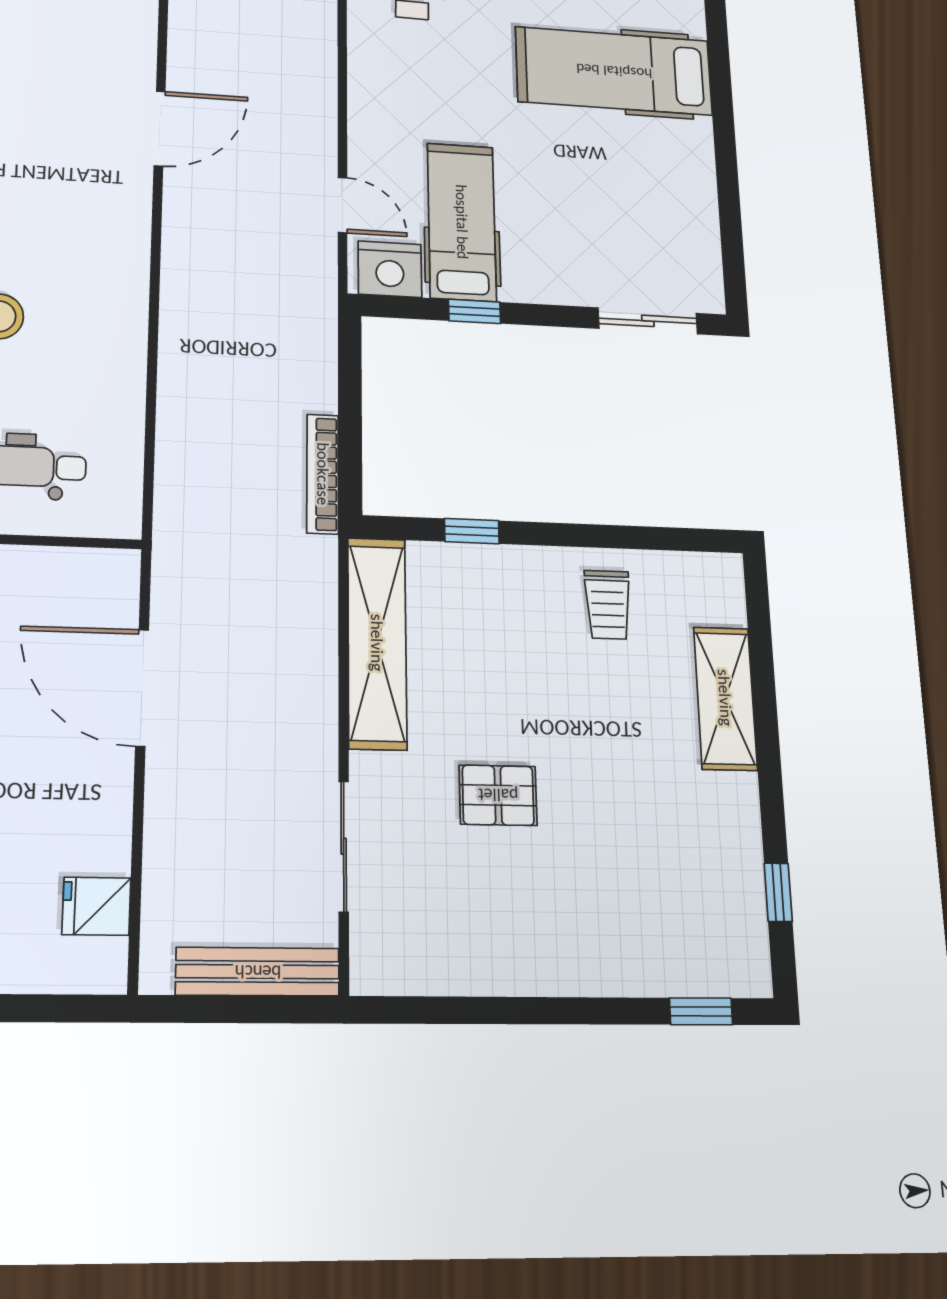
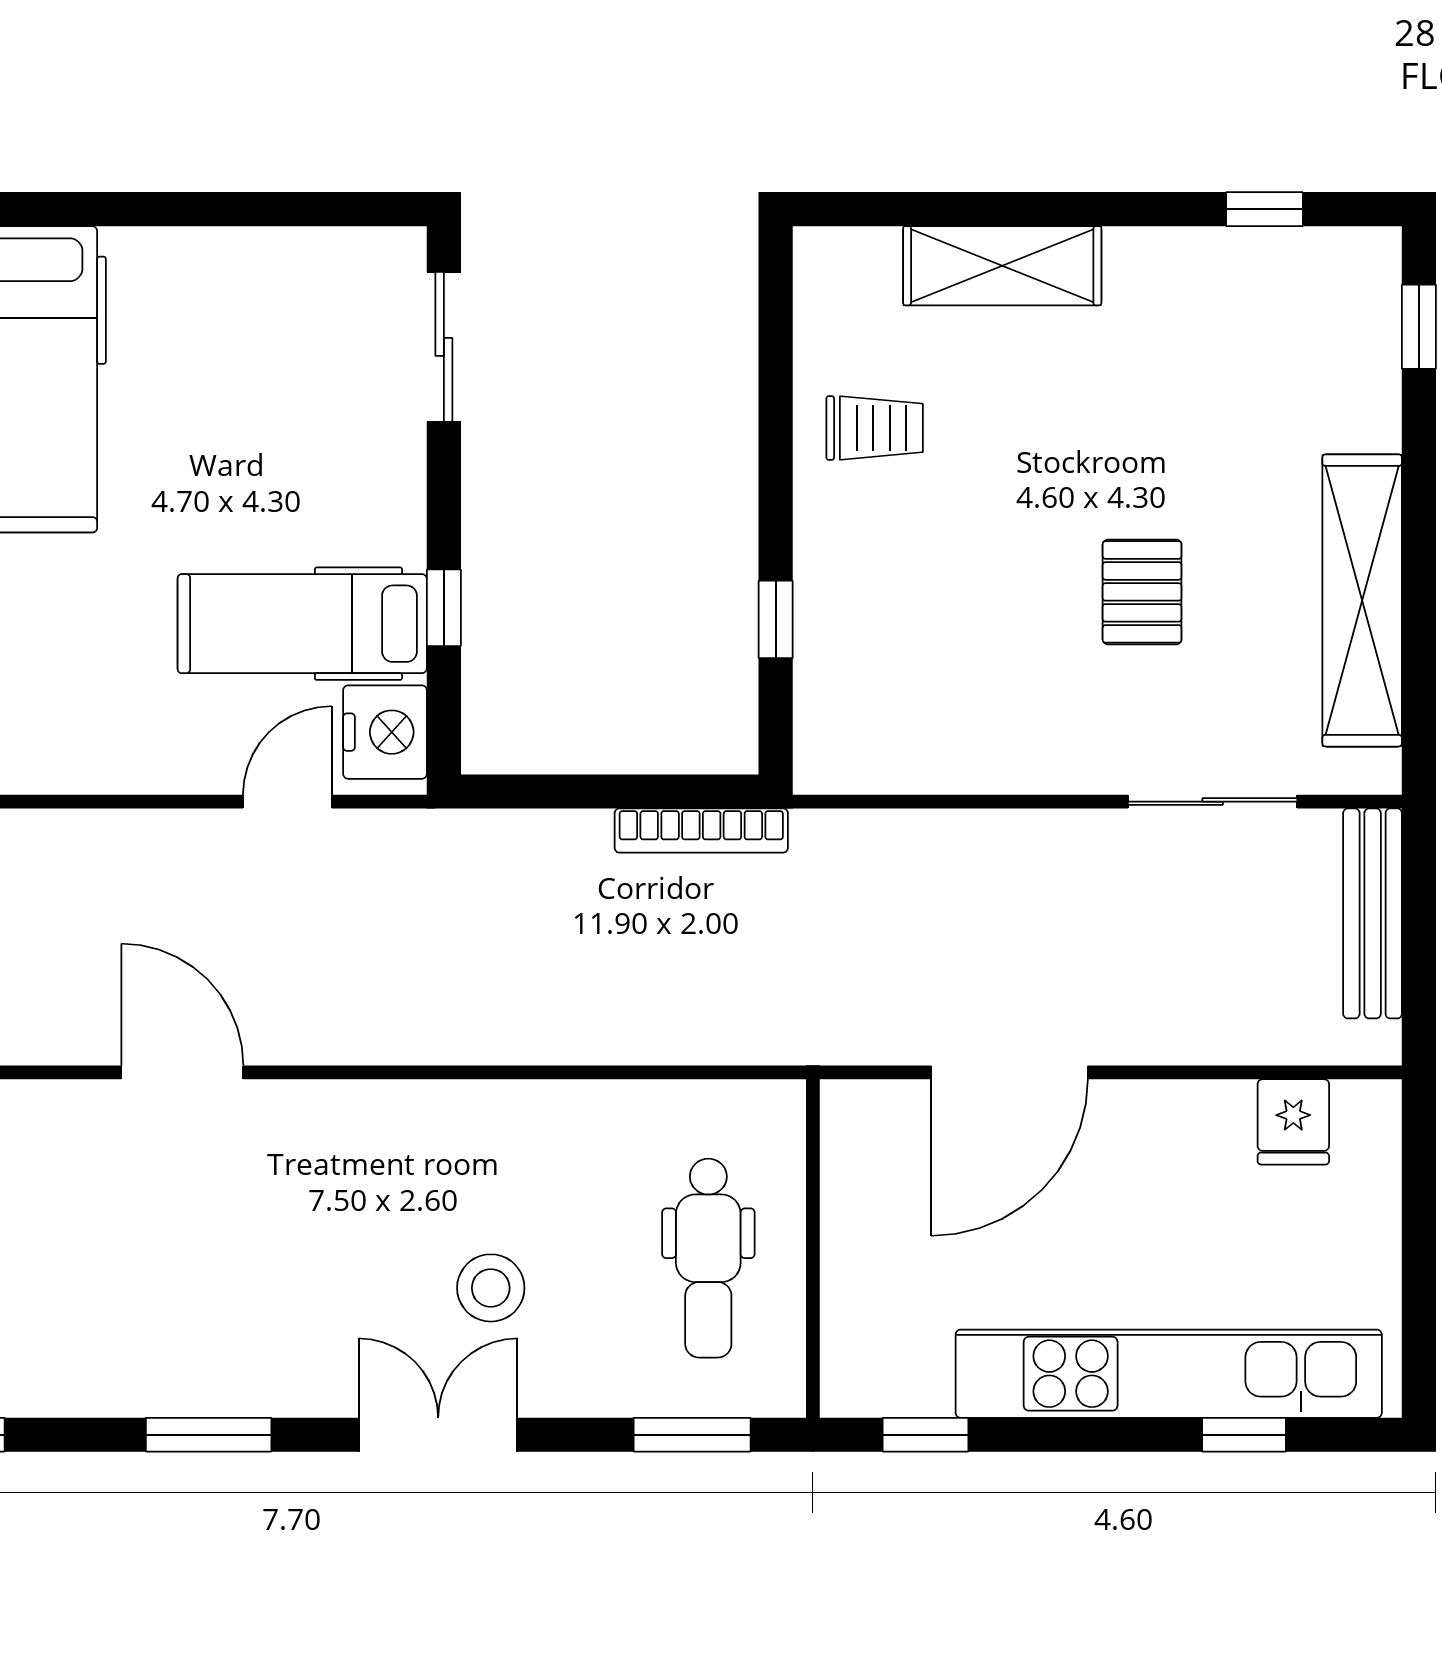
shelving: (377, 643) -> (1362, 600), moved, turned 90

